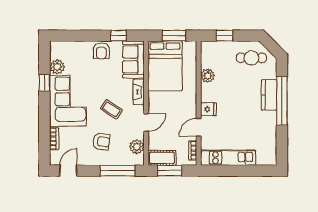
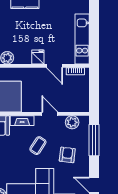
cot: (162, 158) -> (82, 99), removed
window: (170, 171) -> (94, 92), removed

